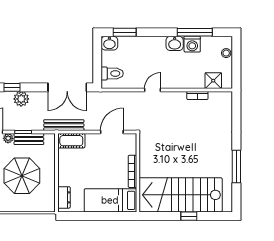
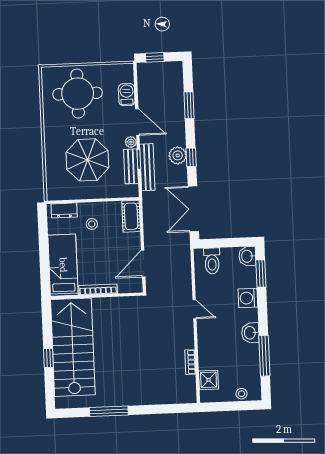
washing machine: (192, 44) -> (248, 298), moved
window: (12, 87) -> (191, 157), moved
bench: (64, 125) -> (147, 167), moved
door: (112, 132) -> (143, 264), swing flipped
stool: (76, 174) -> (92, 224), added

